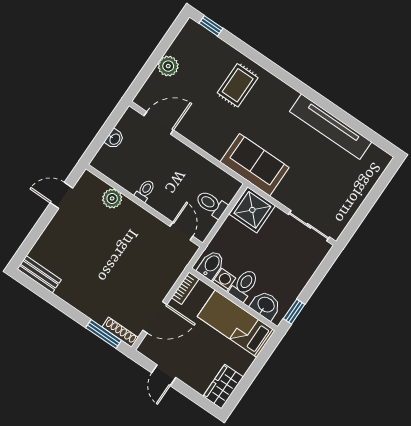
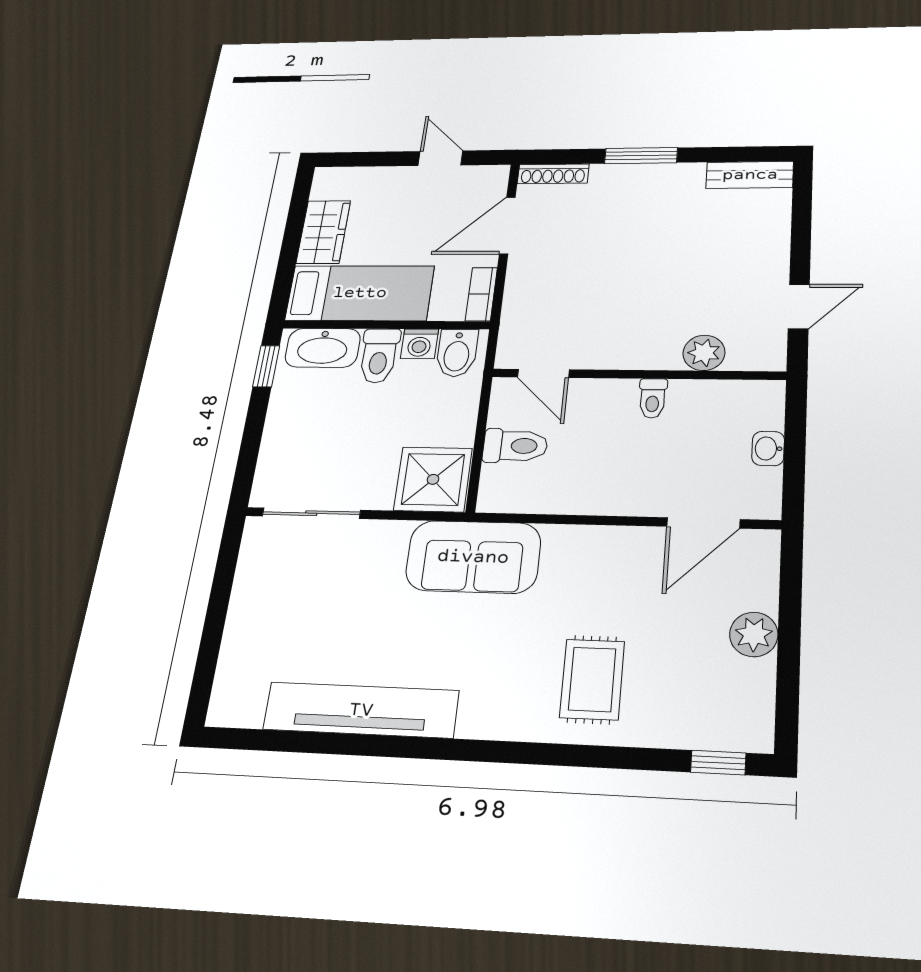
washbasin: (266, 305) -> (323, 348), width x1.38
window: (104, 334) -> (641, 156), moved
wardrobe: (223, 387) -> (323, 232), moved

